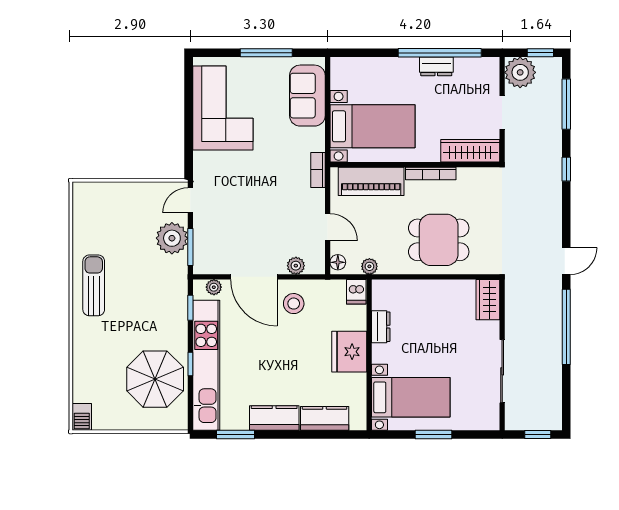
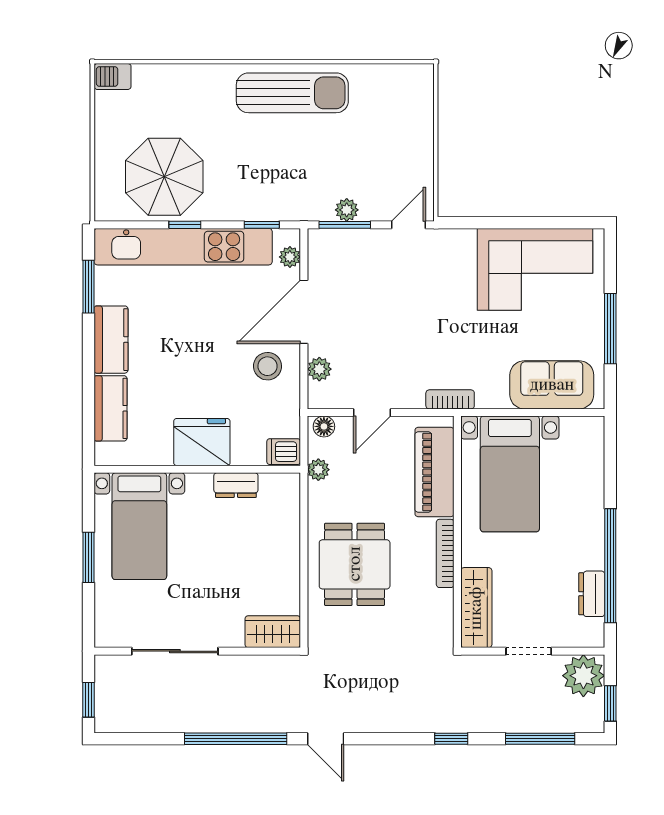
dresser: (436, 66) -> (592, 594), moved
door: (190, 200) -> (409, 225), hinge flipped
plant: (172, 238) -> (347, 210), width x0.53, depth x0.53
sun lounger: (94, 285) -> (292, 93), width x1.36, depth x1.34

